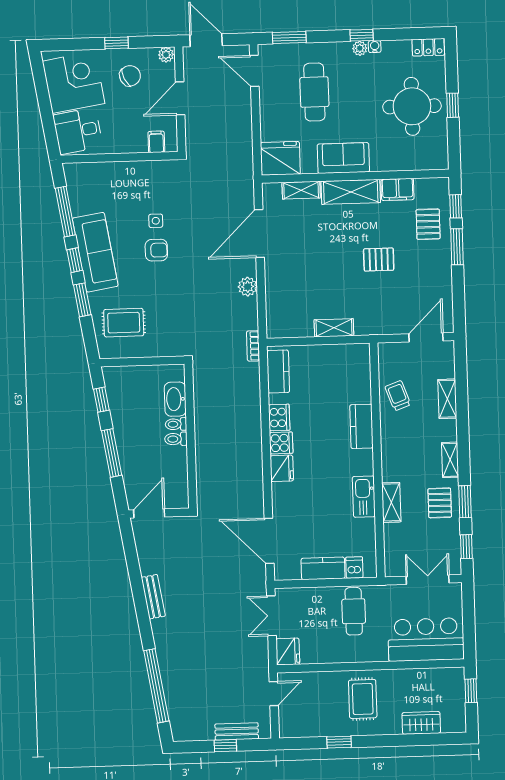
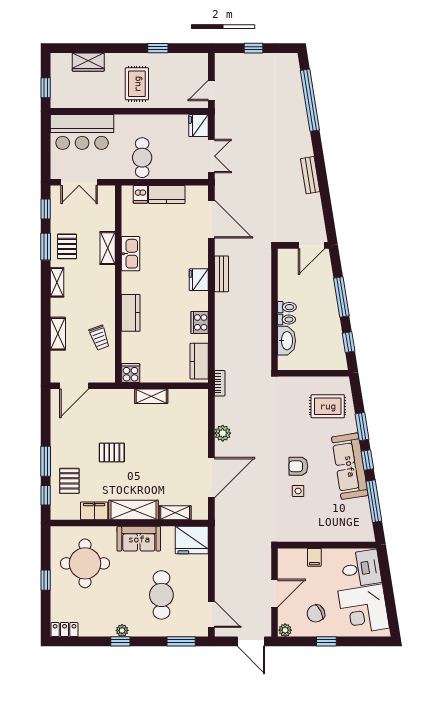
water cooler: (375, 47) -> (110, 632), removed
round table: (412, 106) -> (85, 563), moved
filing cabinet: (156, 142) -> (314, 557), moved
cooker: (281, 443) -> (130, 373), moved, turned 90
bench: (237, 731) -> (221, 274), moved, turned 90

